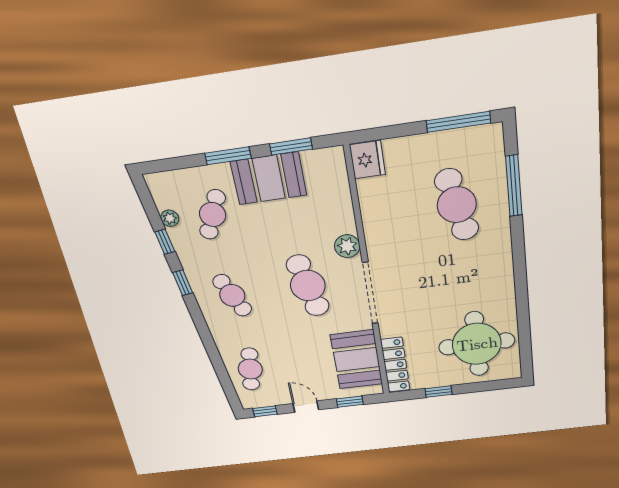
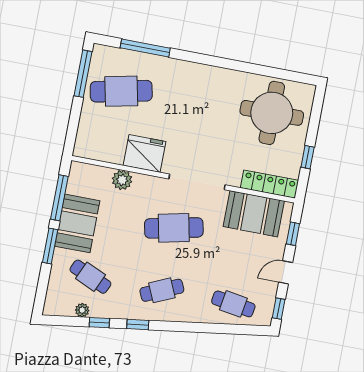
window: (291, 146) -> (59, 198), width x1.44
fridge: (367, 160) -> (144, 153), moved, width x1.36, depth x1.34
cafe table: (457, 205) -> (121, 91), moved
plant: (347, 246) -> (122, 180), moved

